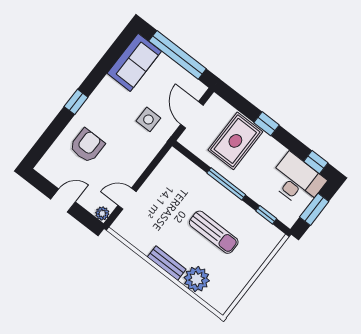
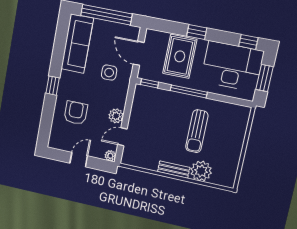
sofa: (134, 62) -> (77, 44), width x1.36
plant: (132, 172) -> (116, 116), added
desk: (297, 180) -> (232, 66), width x1.36, depth x1.30
window: (266, 215) -> (150, 83), moved
sun lounger: (214, 232) -> (197, 131), turned 90

